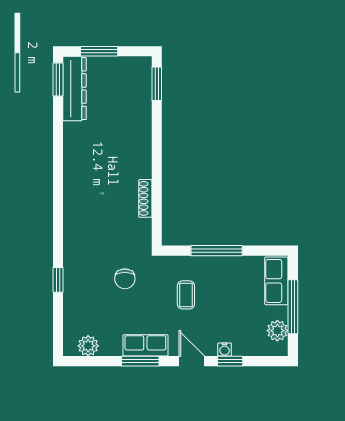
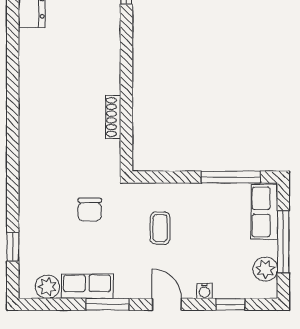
window: (217, 251) -> (231, 177), moved
window: (58, 280) -> (13, 247), moved
row of seats: (145, 345) -> (87, 286), moved
window: (230, 361) -> (230, 304), moved

